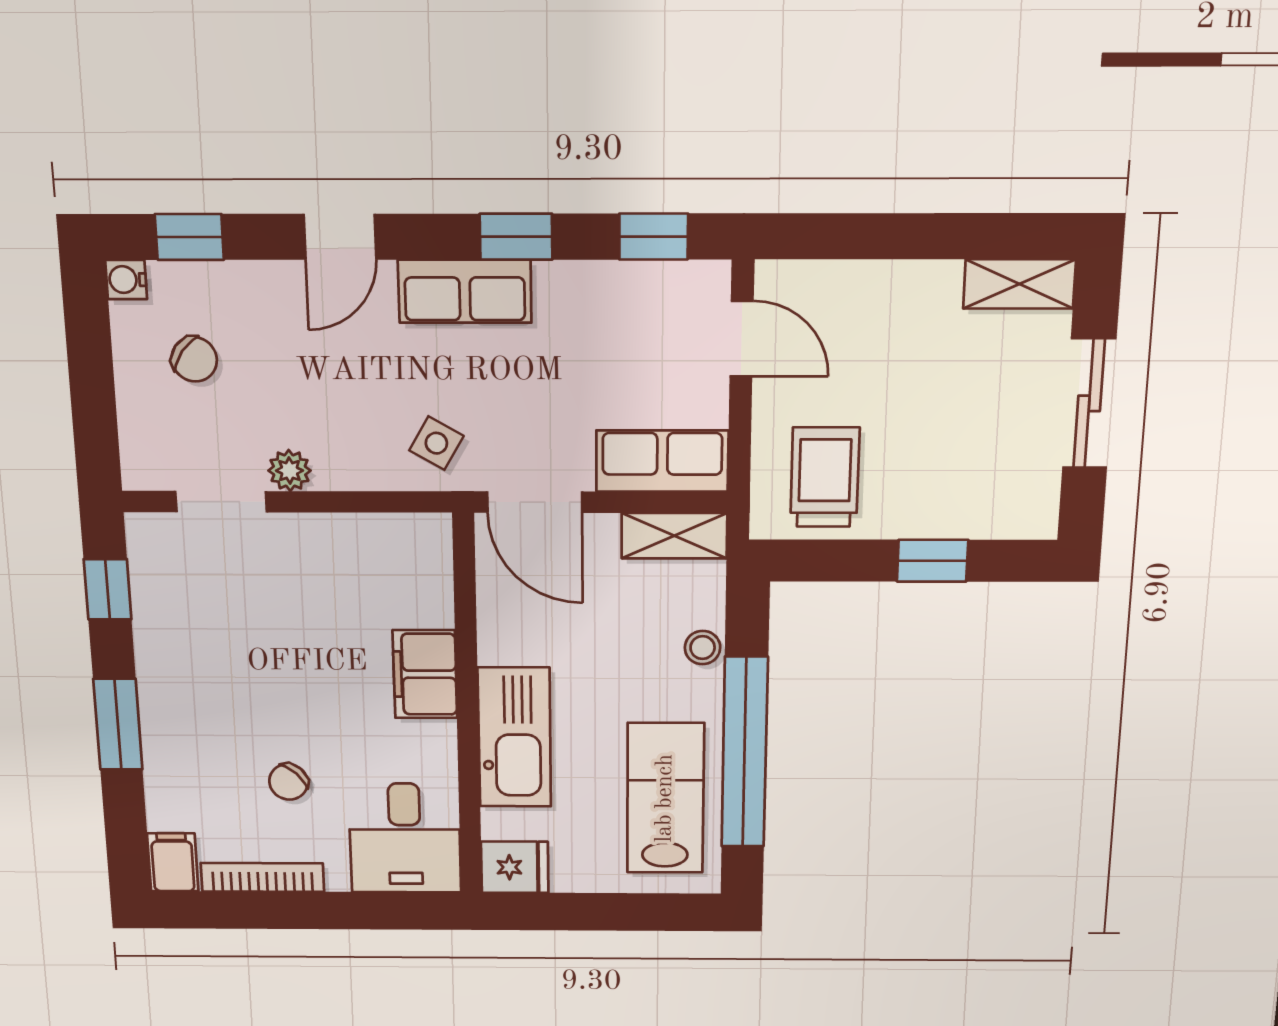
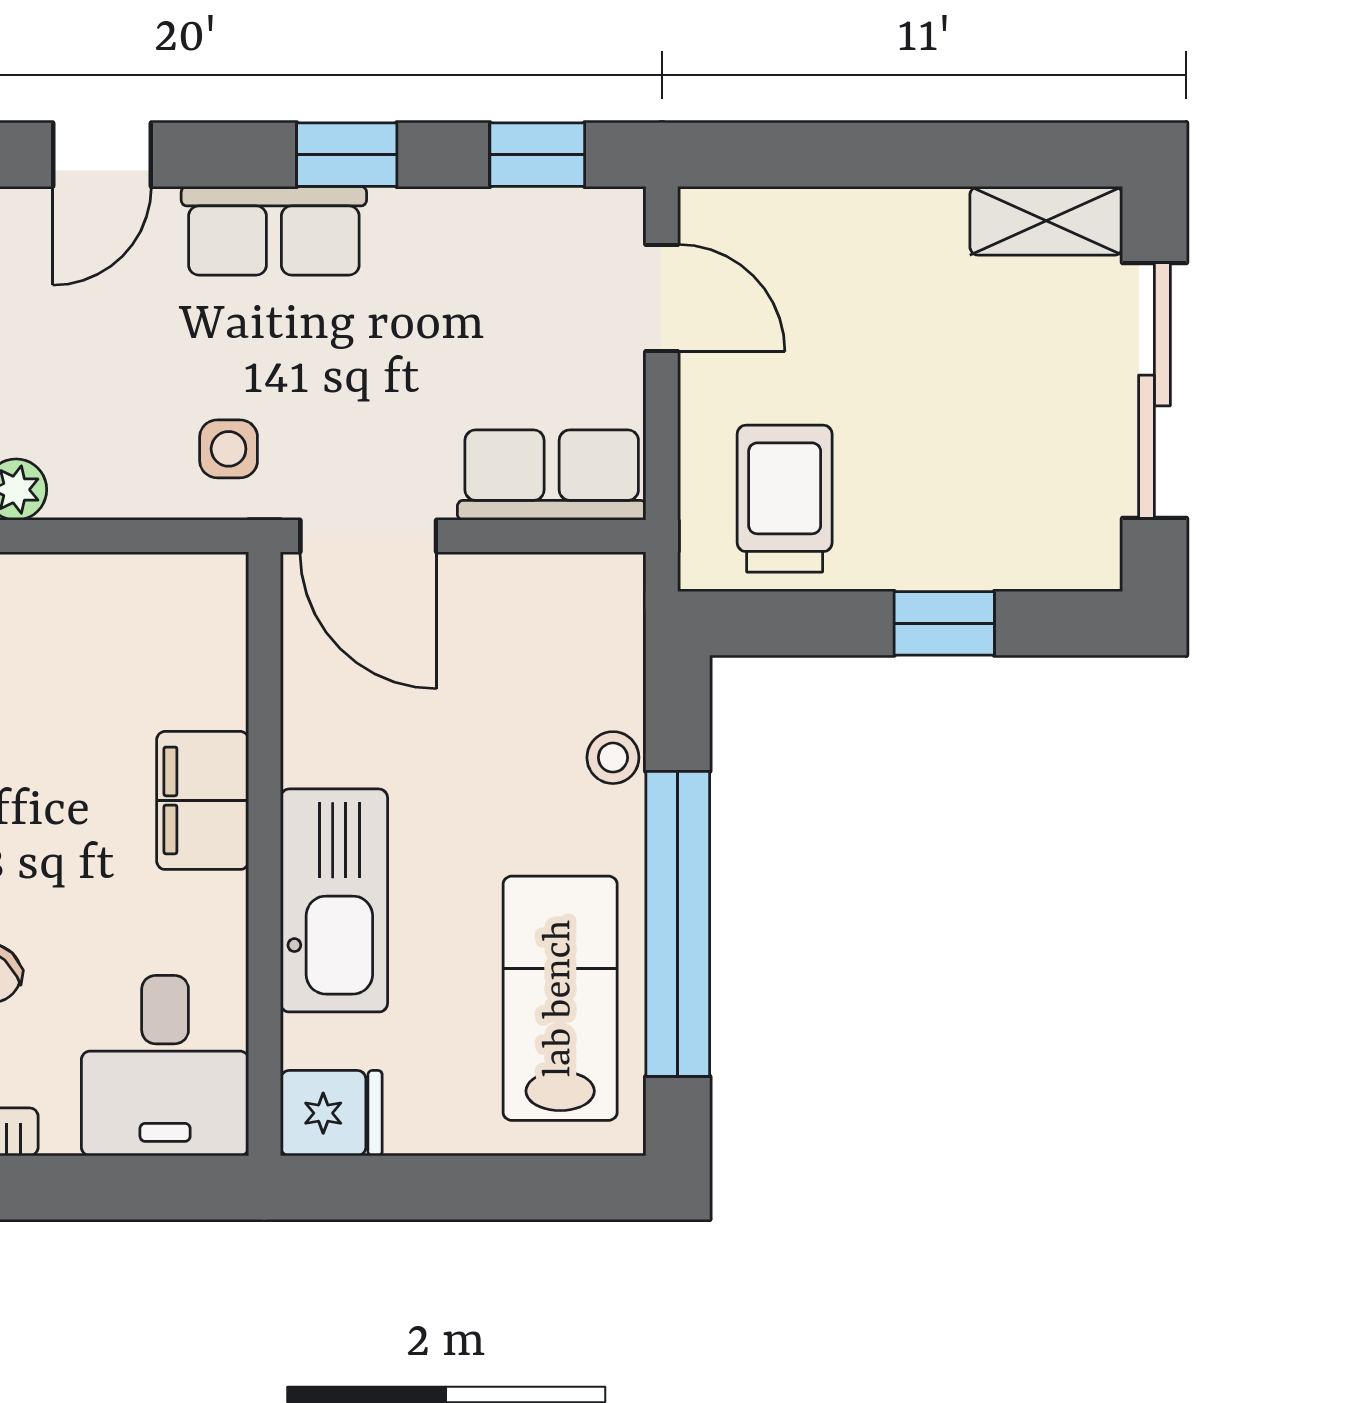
sliding door: (1089, 403) -> (1154, 390), width x1.37
side table: (436, 443) -> (229, 449), turned -30
shelving: (674, 536) -> (570, 586), removed

